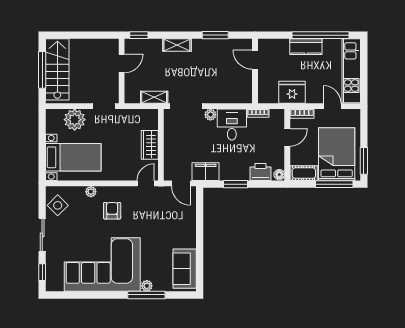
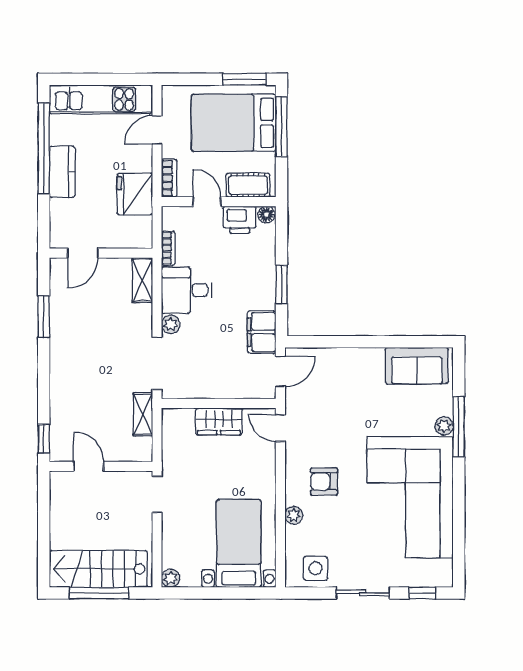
shelving: (177, 45) -> (142, 280), moved
plant: (75, 120) -> (171, 578), moved, width x0.53, depth x0.53
printer: (260, 172) -> (240, 220), moved, turned -90
cot: (304, 173) -> (248, 185), moved, turned 90
side table: (58, 205) -> (316, 568), turned 45

